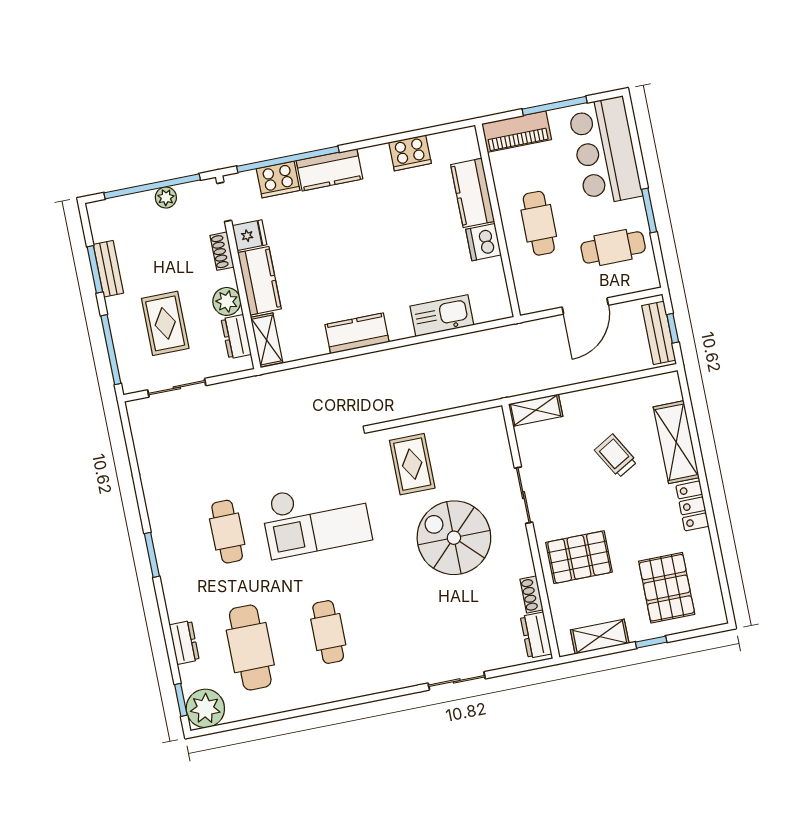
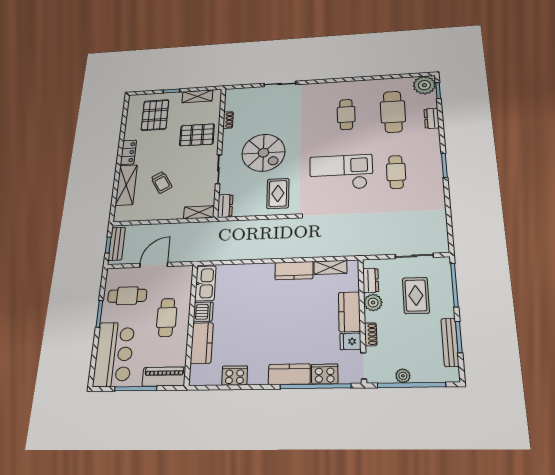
bench: (108, 269) -> (450, 342), width x1.36
kitchen sink: (442, 316) -> (205, 283), moved, turned -90
shelving: (267, 340) -> (330, 267), moved, turned 90
dresser: (536, 635) -> (225, 206), moved

